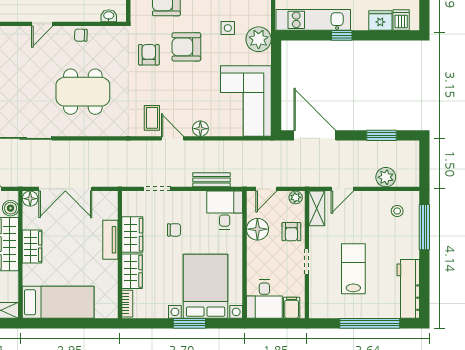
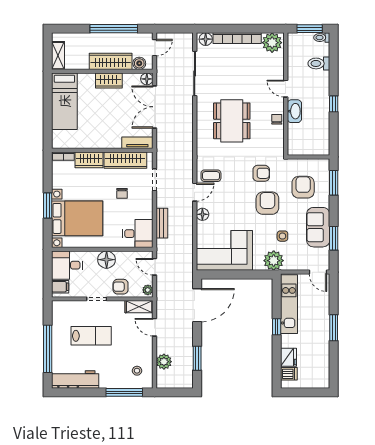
washbasin: (109, 16) -> (294, 111), moved, width x1.91, depth x1.45
floor lamp: (257, 229) -> (107, 260), moved
wardrobe: (132, 235) -> (125, 160), width x1.50
tv unit: (110, 240) -> (137, 143), moved

